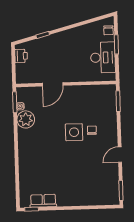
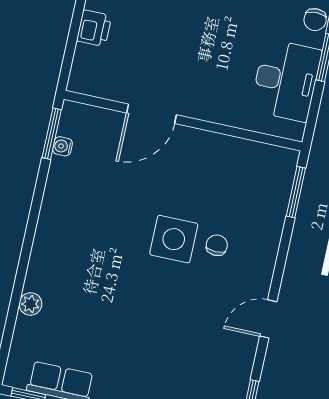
plant: (26, 119) -> (30, 304), moved, width x0.53, depth x0.53

